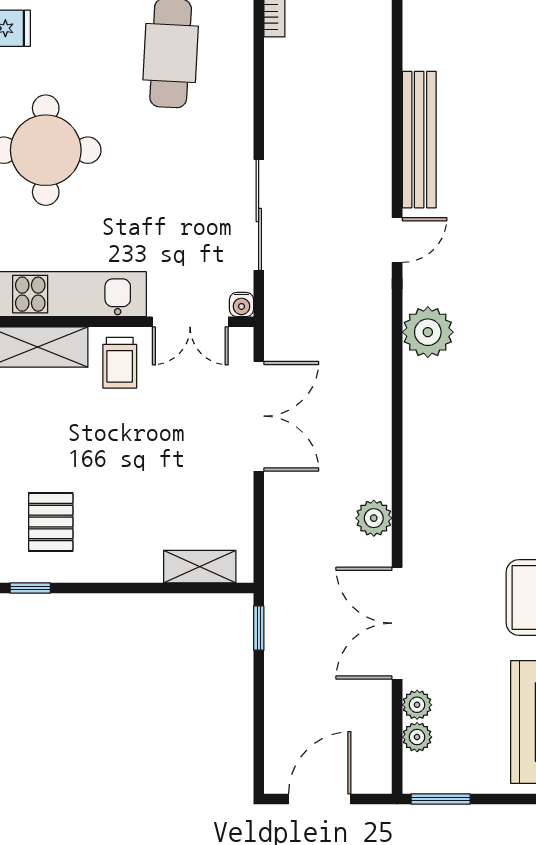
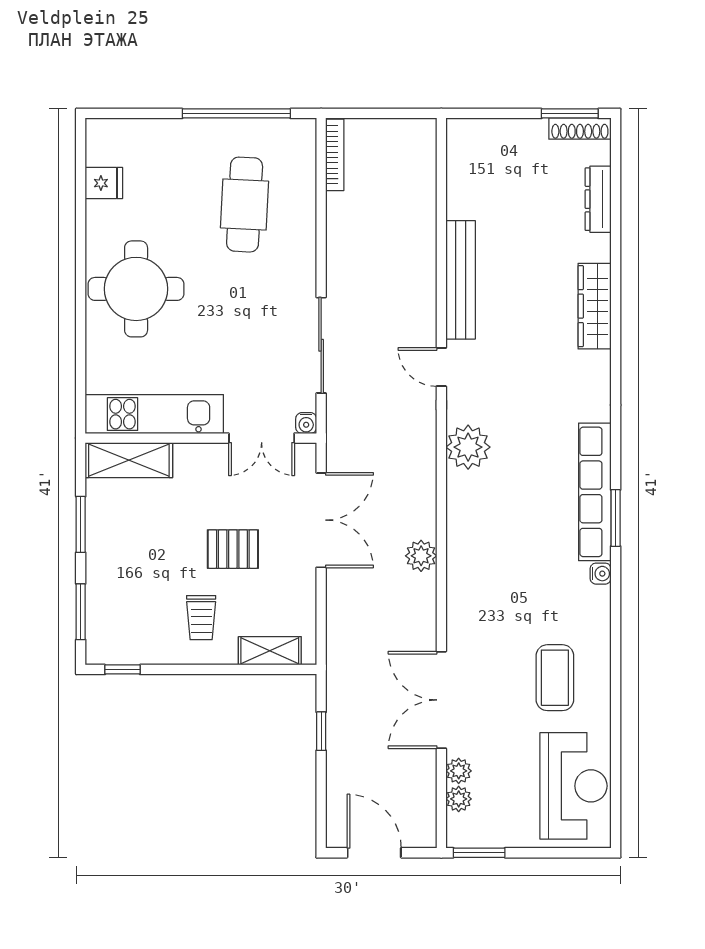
door: (397, 240) -> (441, 367), swing flipped
trolley: (120, 363) -> (201, 618), moved
plant: (374, 518) -> (421, 556), moved
pallet: (51, 522) -> (233, 549), moved, turned 90
window: (259, 628) -> (321, 731), moved
door: (320, 799) -> (374, 853), hinge flipped

